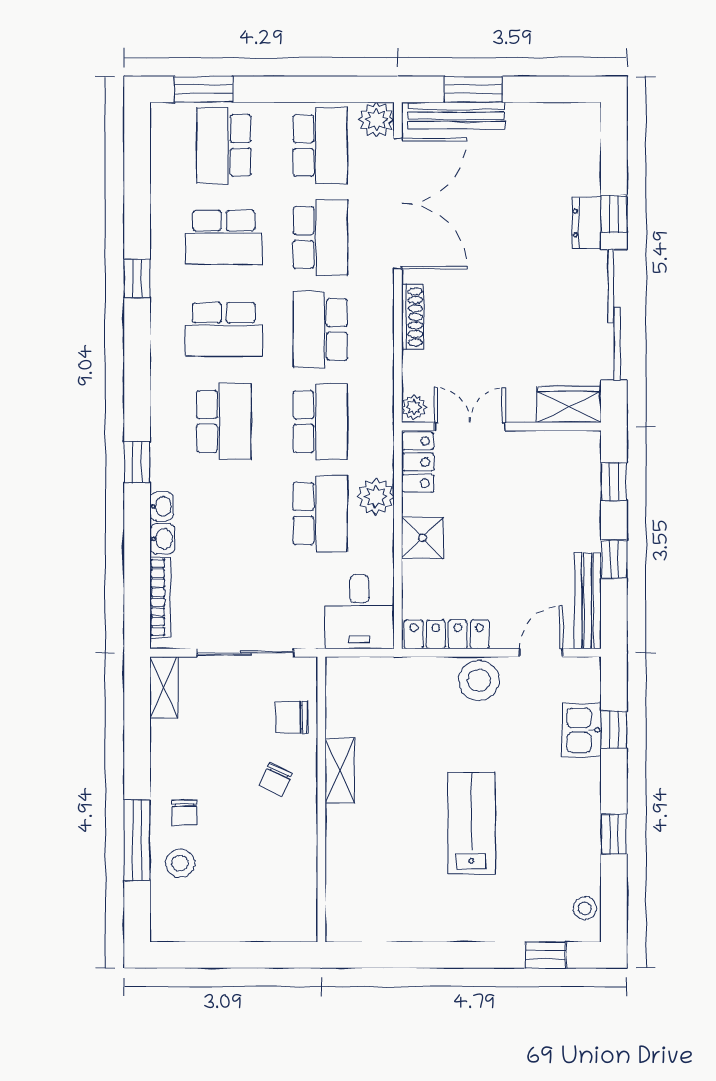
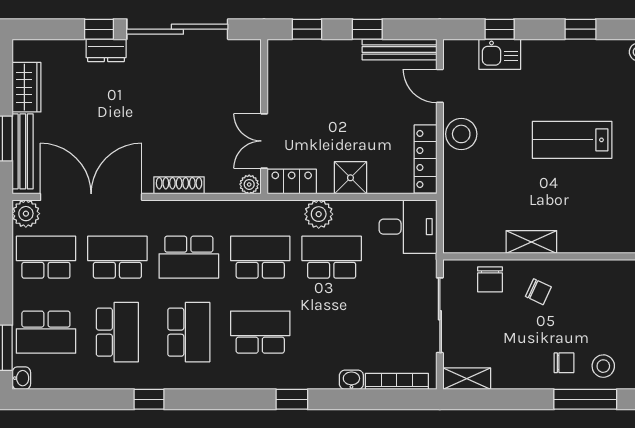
wardrobe: (569, 404) -> (27, 87), moved, turned 180
washbasin: (162, 506) -> (21, 378), moved, turned 90

